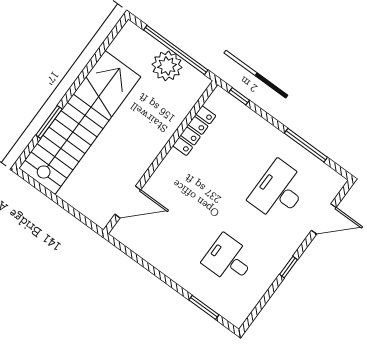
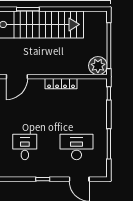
plant: (167, 66) -> (98, 66), moved
locker: (194, 131) -> (61, 84), moved
door: (128, 202) -> (17, 77), hinge flipped

